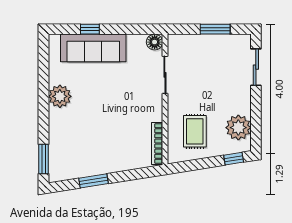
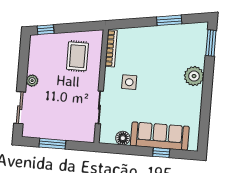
floor lamp: (155, 42) -> (123, 138), moved
plant: (60, 96) -> (194, 76), moved
side table: (133, 107) -> (129, 82), added
plant: (238, 128) -> (32, 81), moved, width x0.53, depth x0.53

